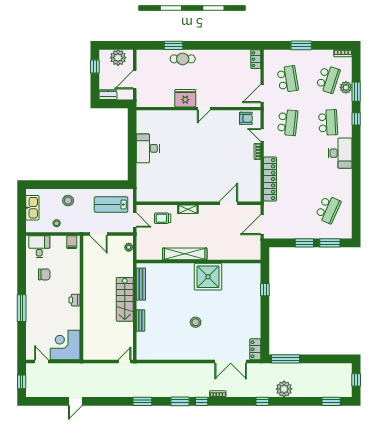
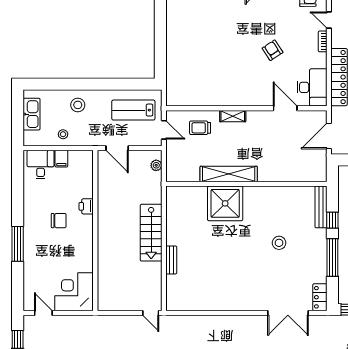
desk: (148, 148) -> (312, 87), moved, turned 180
armchair: (219, 158) -> (273, 50), added
door: (228, 203) -> (285, 108), hinge flipped
filing cabinet: (72, 242) -> (61, 159), moved
chair: (44, 274) -> (59, 221), moved
shower: (208, 277) -> (225, 203), moved
bench: (141, 284) -> (321, 207), moved
printer: (75, 300) -> (86, 206), moved
window: (265, 319) -> (332, 257), added
stool: (196, 322) -> (279, 243), moved
door: (124, 361) -> (151, 313), swing flipped

